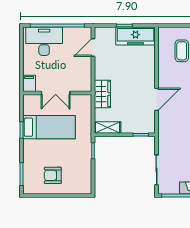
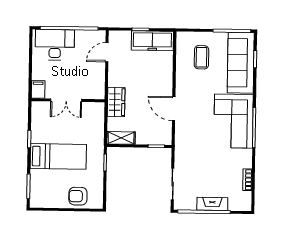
door: (156, 99) -> (174, 109), swing flipped
bed: (49, 127) -> (58, 156), moved
armchair: (53, 175) -> (78, 196), moved

